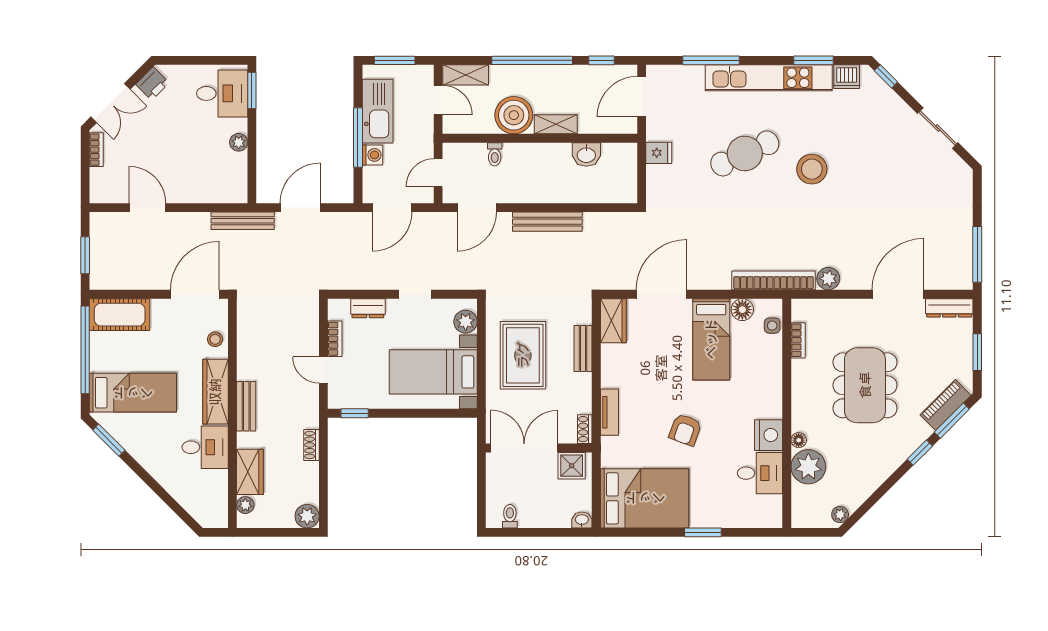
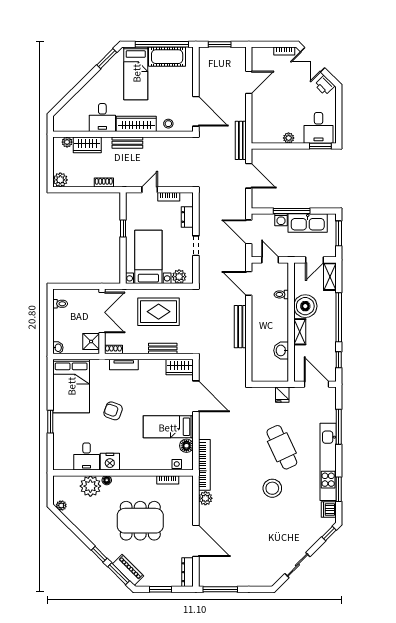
cot: (120, 315) -> (167, 57), moved, turned 90
window: (355, 413) -> (123, 228), moved

